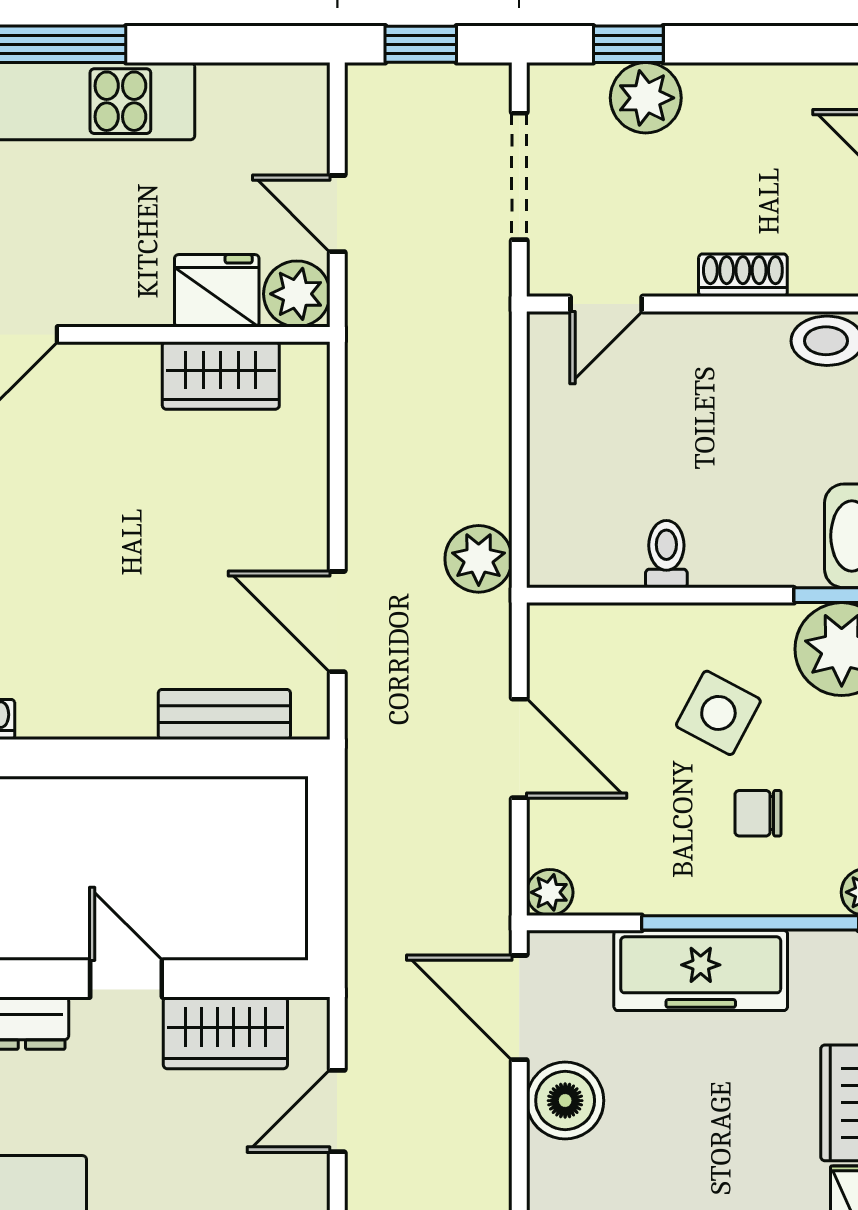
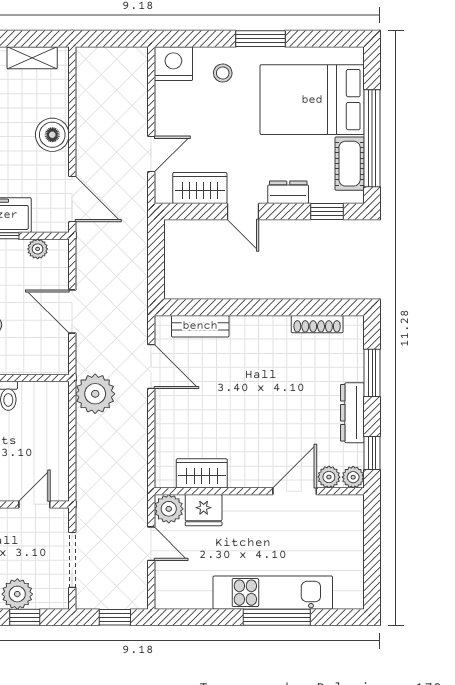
plant: (479, 559) -> (95, 394), width x1.36, depth x1.36
plant: (550, 892) -> (38, 249), moved
boiler: (565, 1101) -> (52, 135), moved

